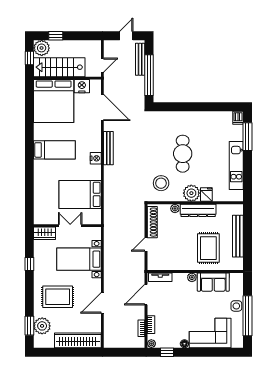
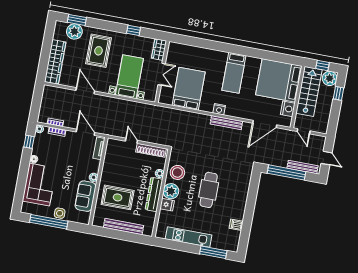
dishwasher: (238, 118) -> (236, 225), moved
cafe table: (183, 154) -> (209, 190), turned 90
stool: (161, 183) -> (177, 172), moved

